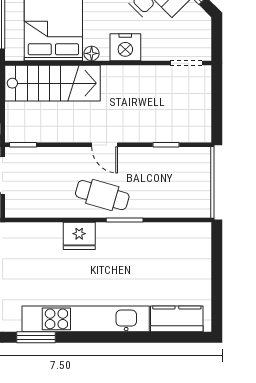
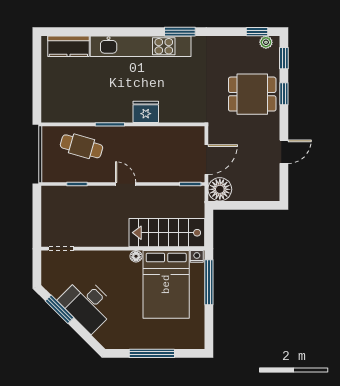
nightstand: (125, 47) -> (197, 256), moved, width x0.53, depth x0.56
cafe table: (102, 195) -> (82, 146), moved

